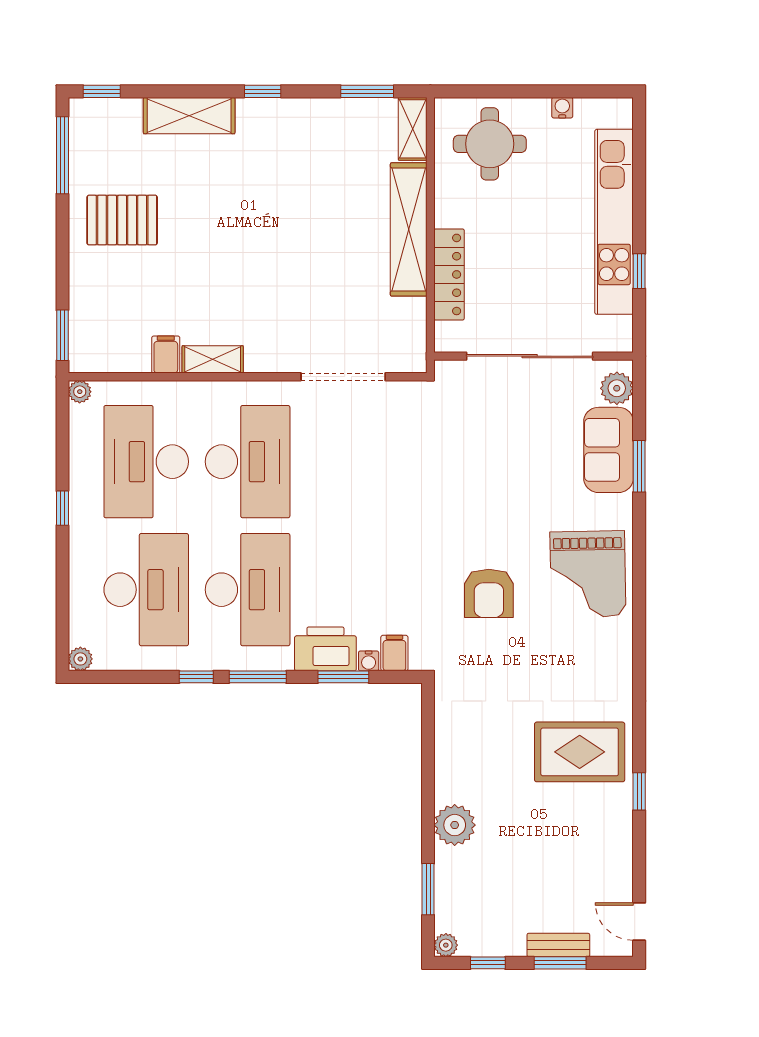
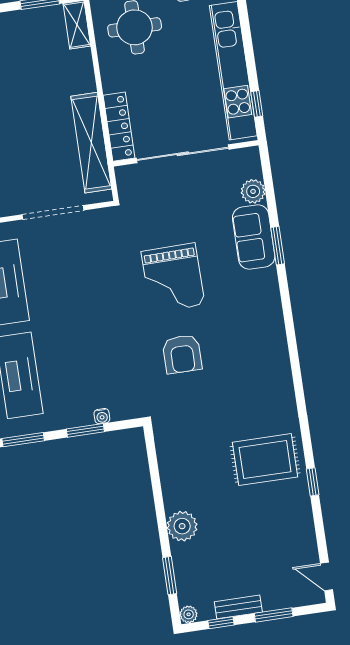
shelving: (409, 229) -> (91, 143), moved
sliding door: (530, 356) -> (183, 154), moved
wall: (534, 356) -> (186, 153), moved
grand piano: (588, 574) -> (173, 278), moved
printer: (325, 649) -> (69, 412), removed
filing cabinet: (394, 653) -> (120, 408), removed
bench: (558, 945) -> (238, 607), moved

